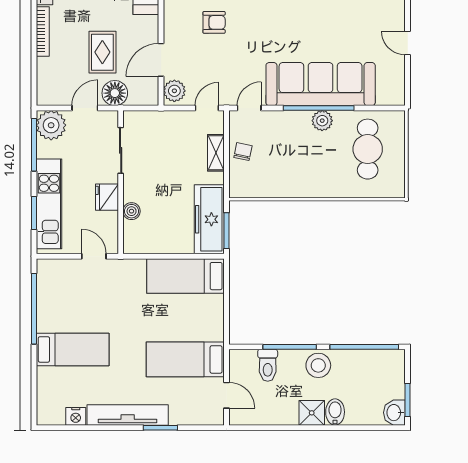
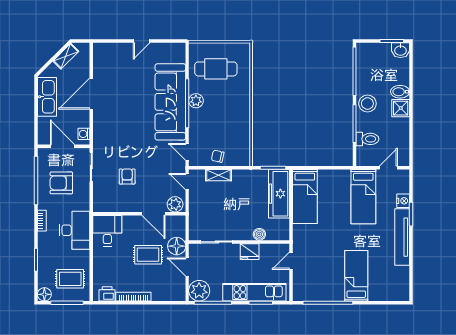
freezer: (209, 219) -> (279, 194), moved, turned 90
nightstand: (76, 416) -> (403, 201), moved

